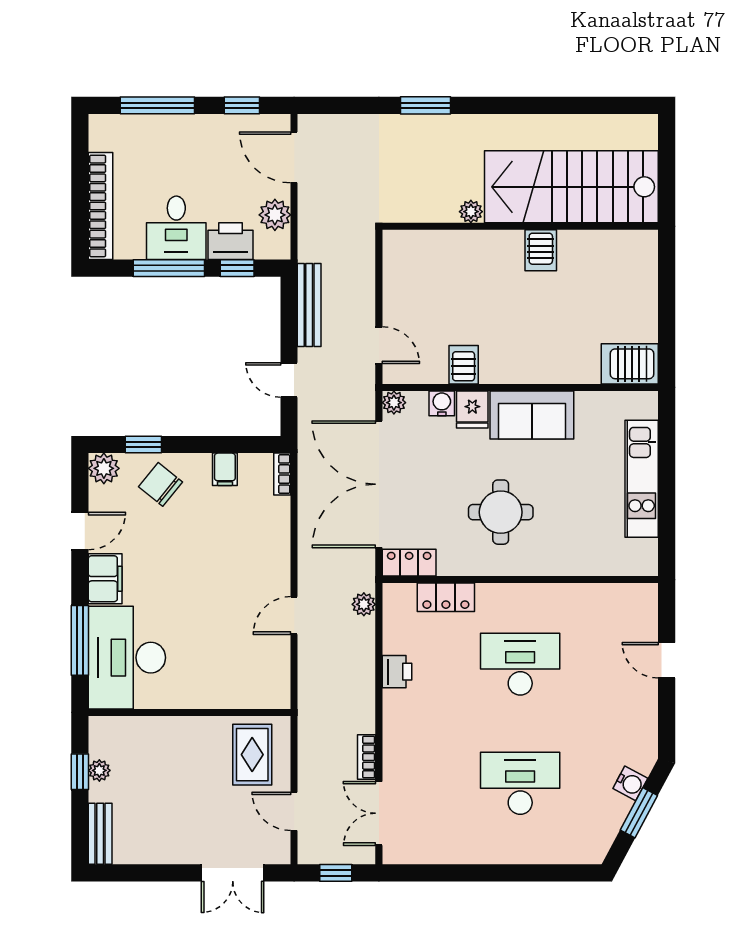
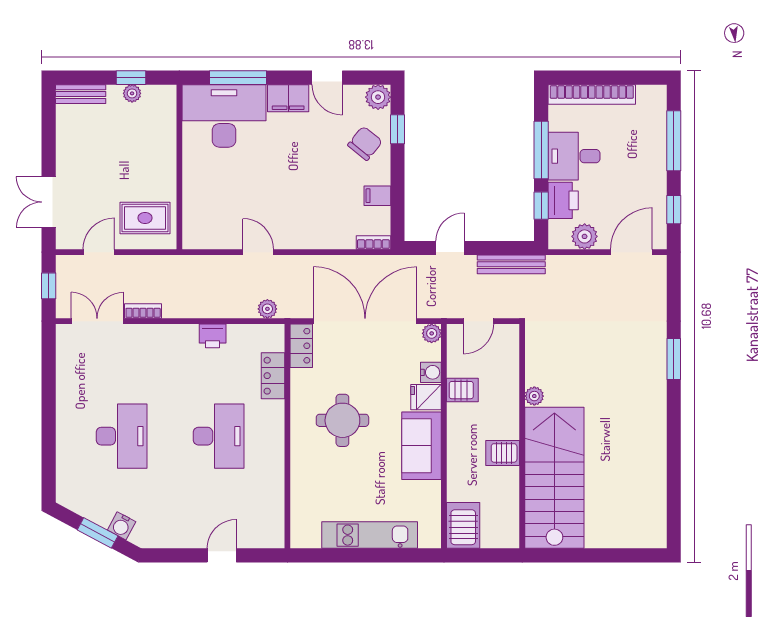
stairs: (571, 187) -> (554, 478), moved
plant: (471, 212) -> (534, 396), moved
wall: (520, 226) -> (522, 436), moved
server rack: (541, 250) -> (503, 453), moved

